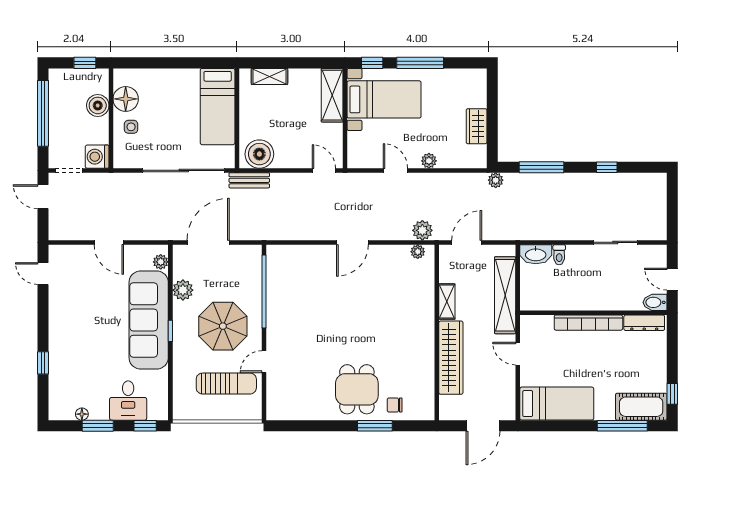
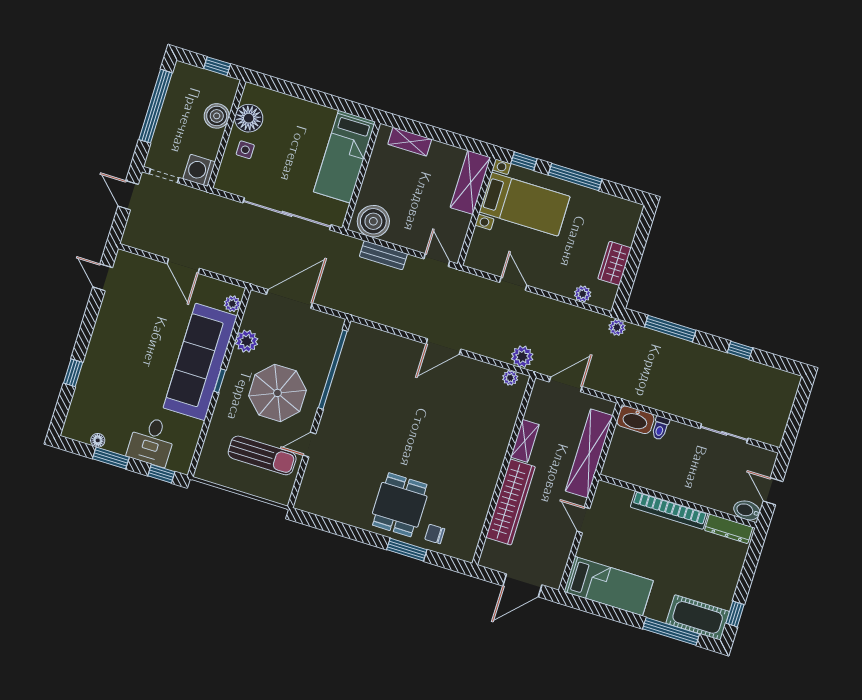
plant: (429, 161) -> (583, 294), moved
bench: (249, 180) -> (383, 255), moved

